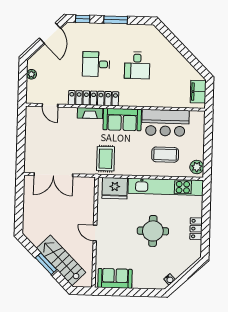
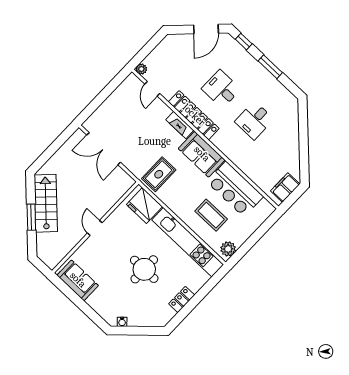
plant: (31, 74) -> (141, 69), moved
stairs: (61, 260) -> (46, 203), moved

